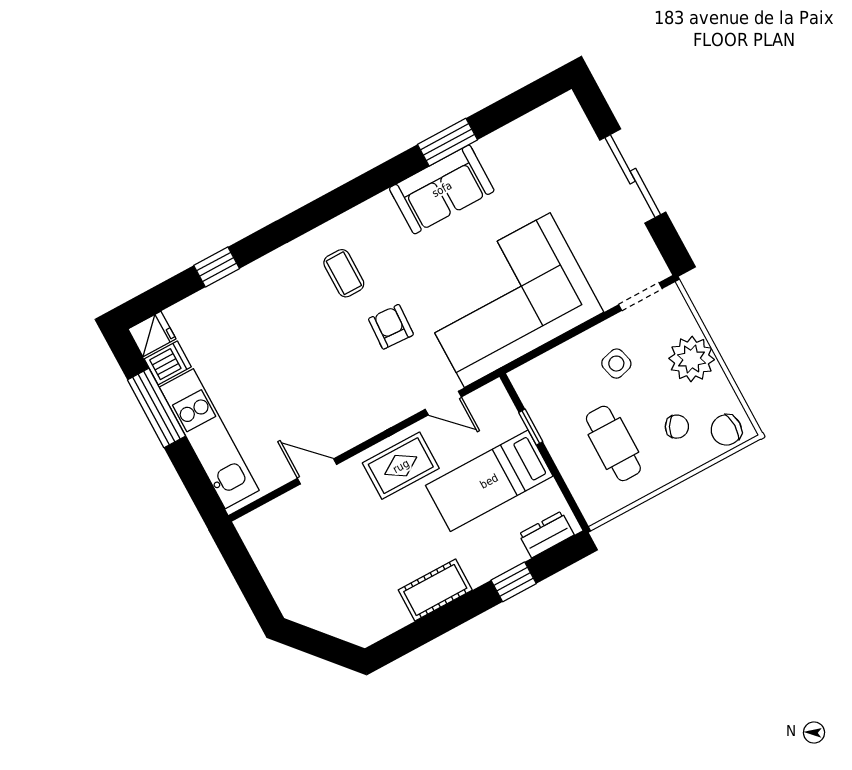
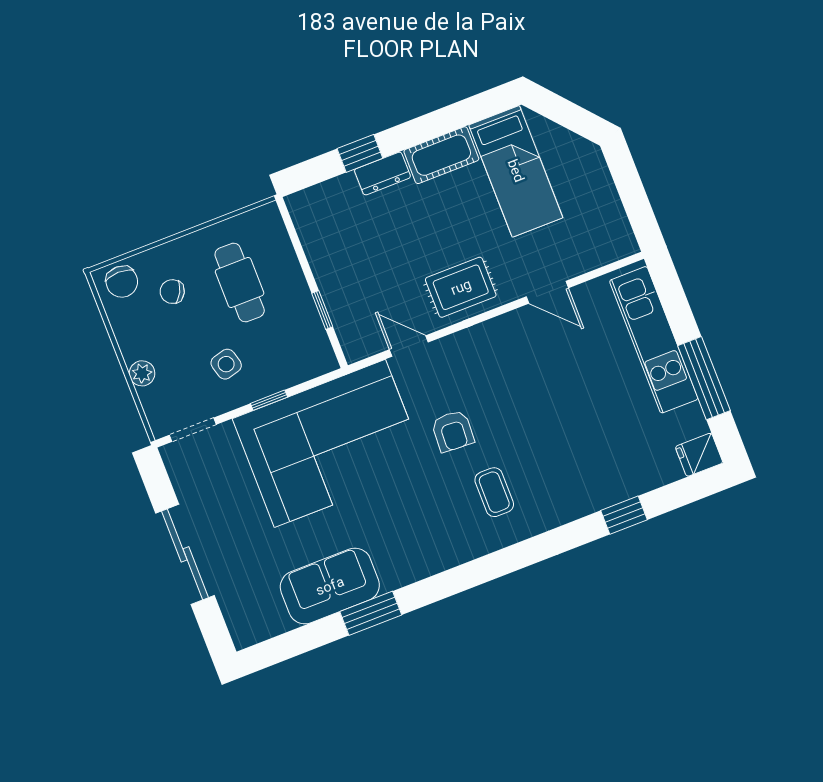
sofa: (442, 189) -> (330, 586), moved
window: (571, 334) -> (269, 400), added
plant: (692, 359) -> (142, 373), width x0.53, depth x0.53
dishwasher: (168, 363) -> (687, 423), removed
chair: (726, 430) -> (122, 282), turned 90
bed: (489, 481) -> (516, 171), moved, turned 90
dresser: (546, 534) -> (382, 174), moved

